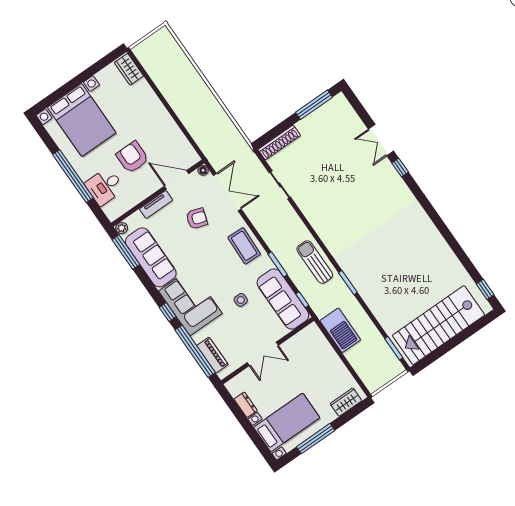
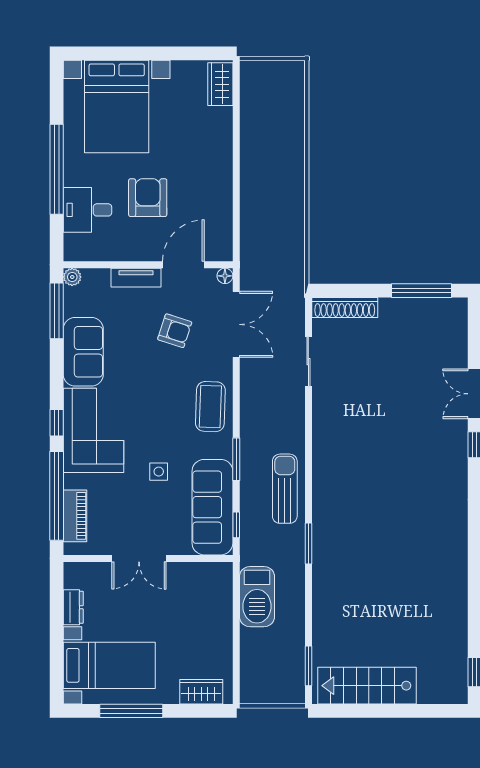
door: (177, 180) -> (183, 265), hinge flipped
sofa: (151, 257) -> (83, 352), width x0.73
stairs: (439, 325) -> (367, 686), width x0.73, depth x0.66

